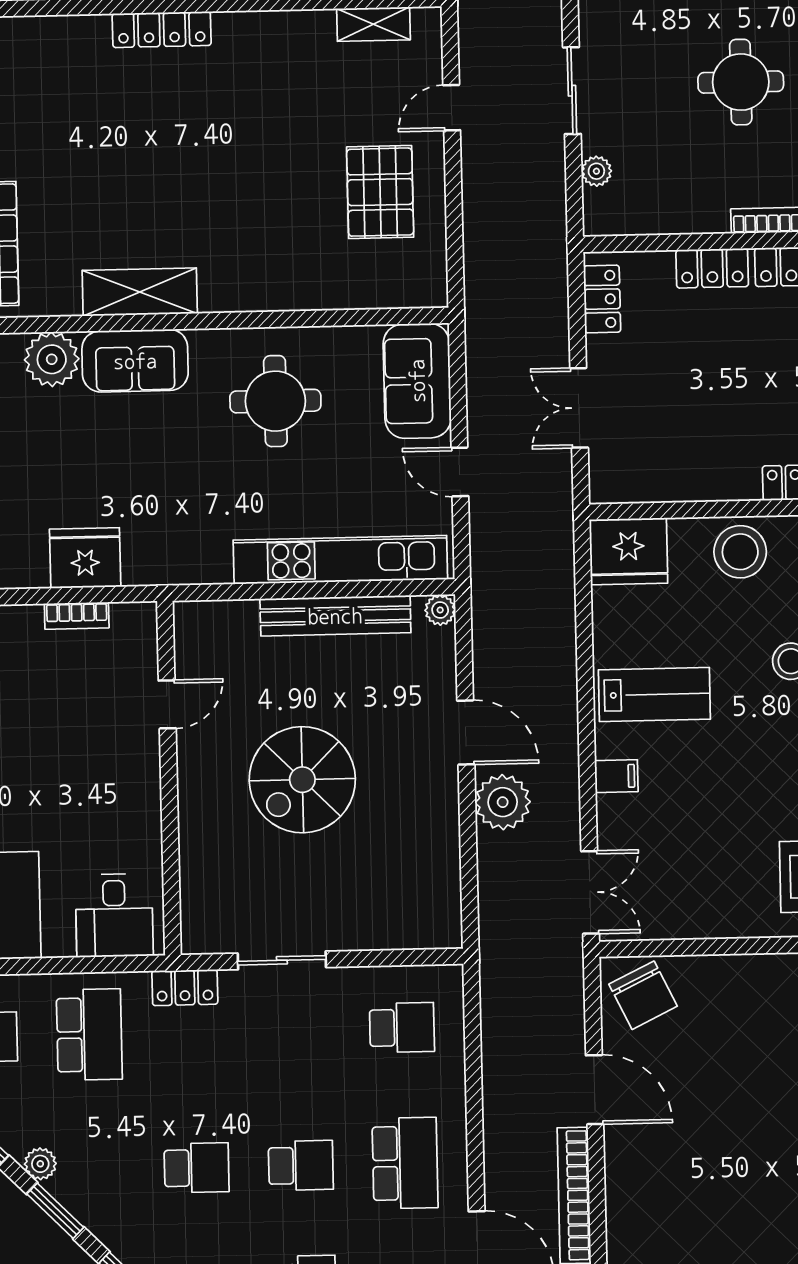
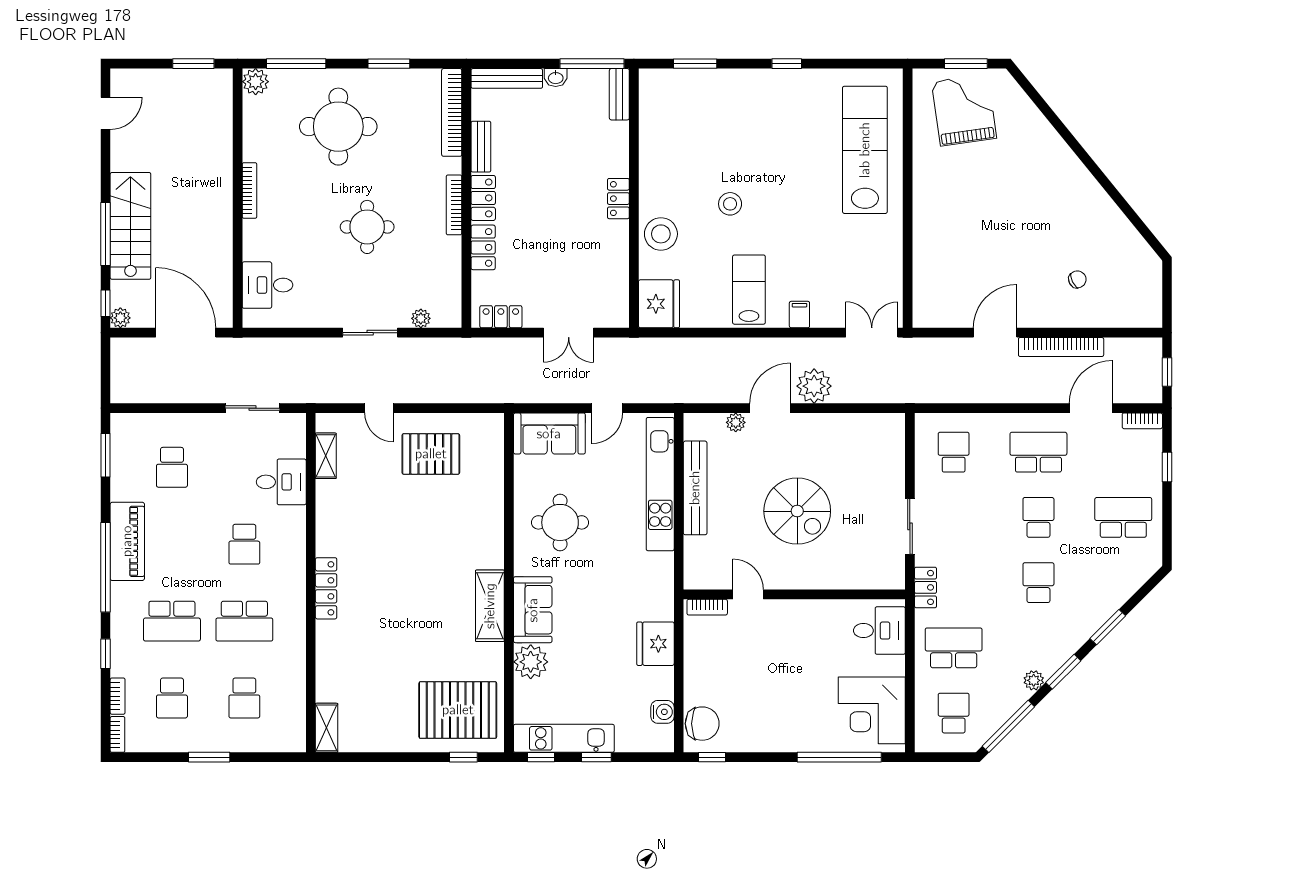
plant: (440, 610) -> (736, 422), moved
bookcase: (77, 616) -> (707, 607), moved, turned 90
chair: (643, 995) -> (1077, 279), moved, width x0.54, depth x0.54

